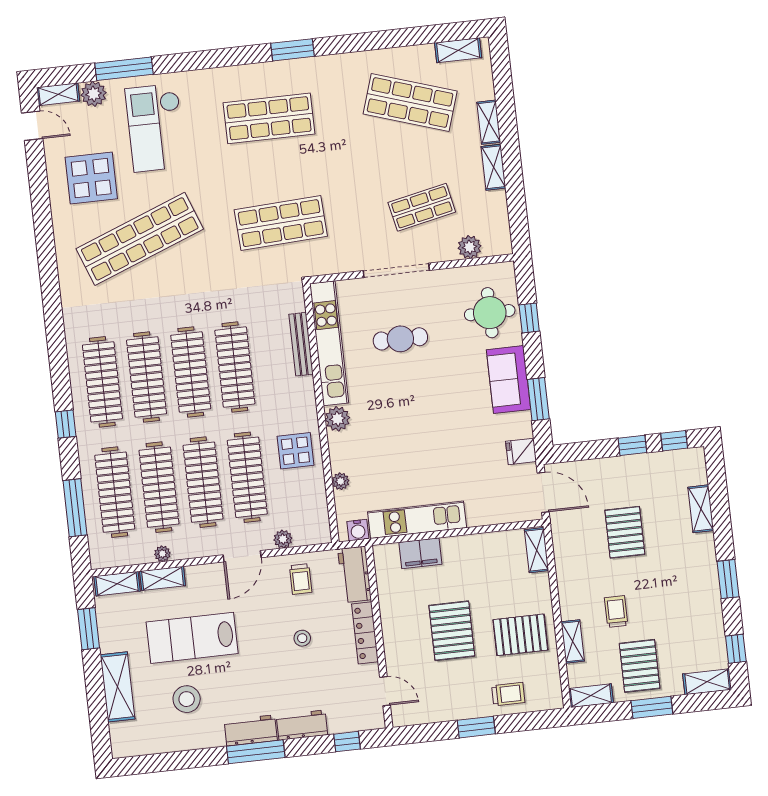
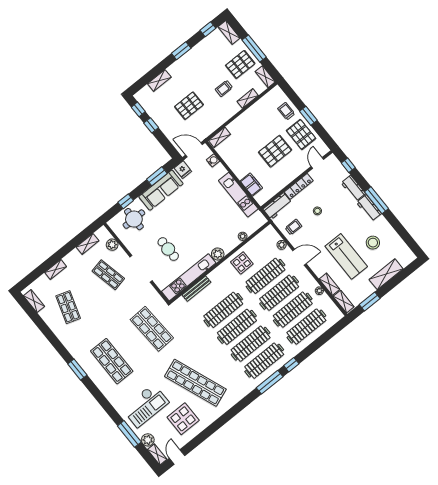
shop shelf: (410, 102) -> (68, 307), width x0.70, depth x0.74
shelving: (493, 167) -> (88, 244), moved
sofa: (508, 380) -> (161, 190), width x1.36
door: (543, 492) -> (194, 150), hinge flipped
window: (75, 508) -> (270, 382), moved
water cooler: (358, 530) -> (213, 160), moved
pallet: (520, 635) -> (301, 134), moved
window: (652, 707) -> (254, 48), width x1.44

